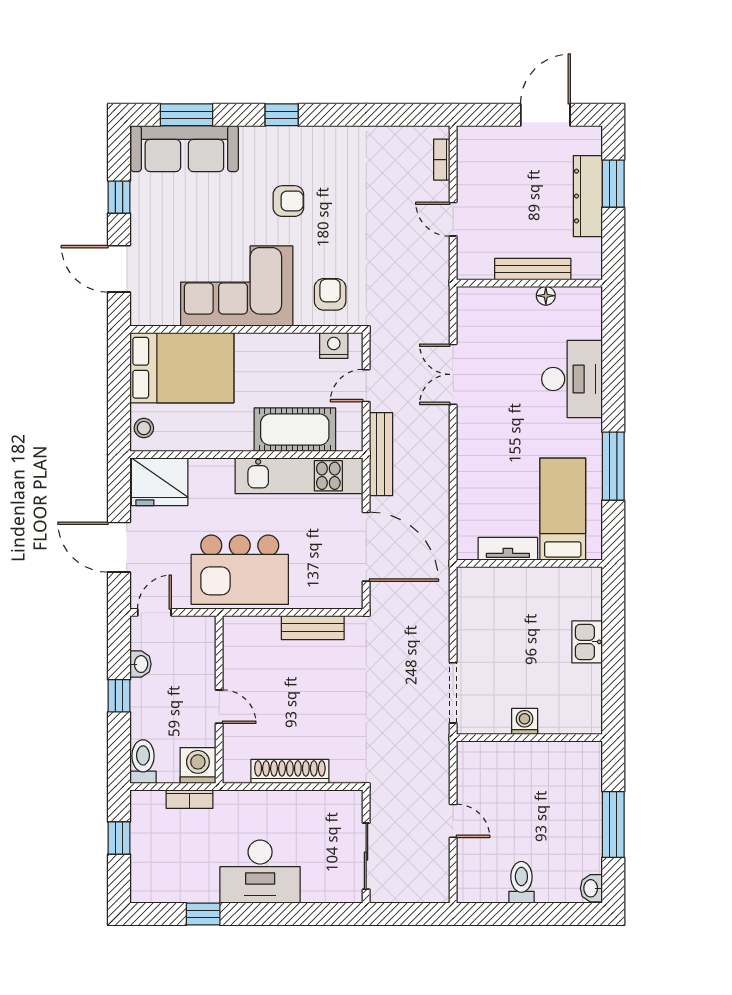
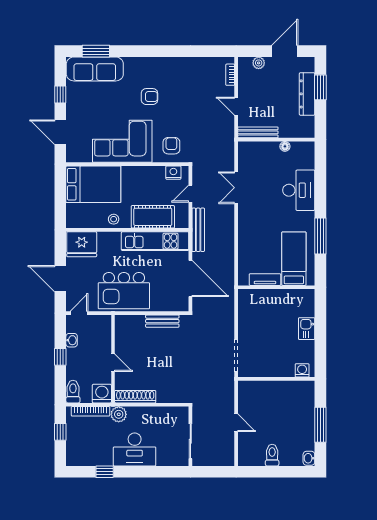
window: (282, 115) -> (146, 51), removed
plant: (496, 137) -> (259, 63), added
bench: (533, 269) -> (258, 132), moved
stool: (144, 428) -> (114, 219), moved
washing machine: (525, 721) -> (302, 370), moved
shoe rack: (290, 771) -> (135, 397), moved
bookcase: (189, 799) -> (91, 411), width x1.56
plant: (230, 805) -> (119, 414), added

